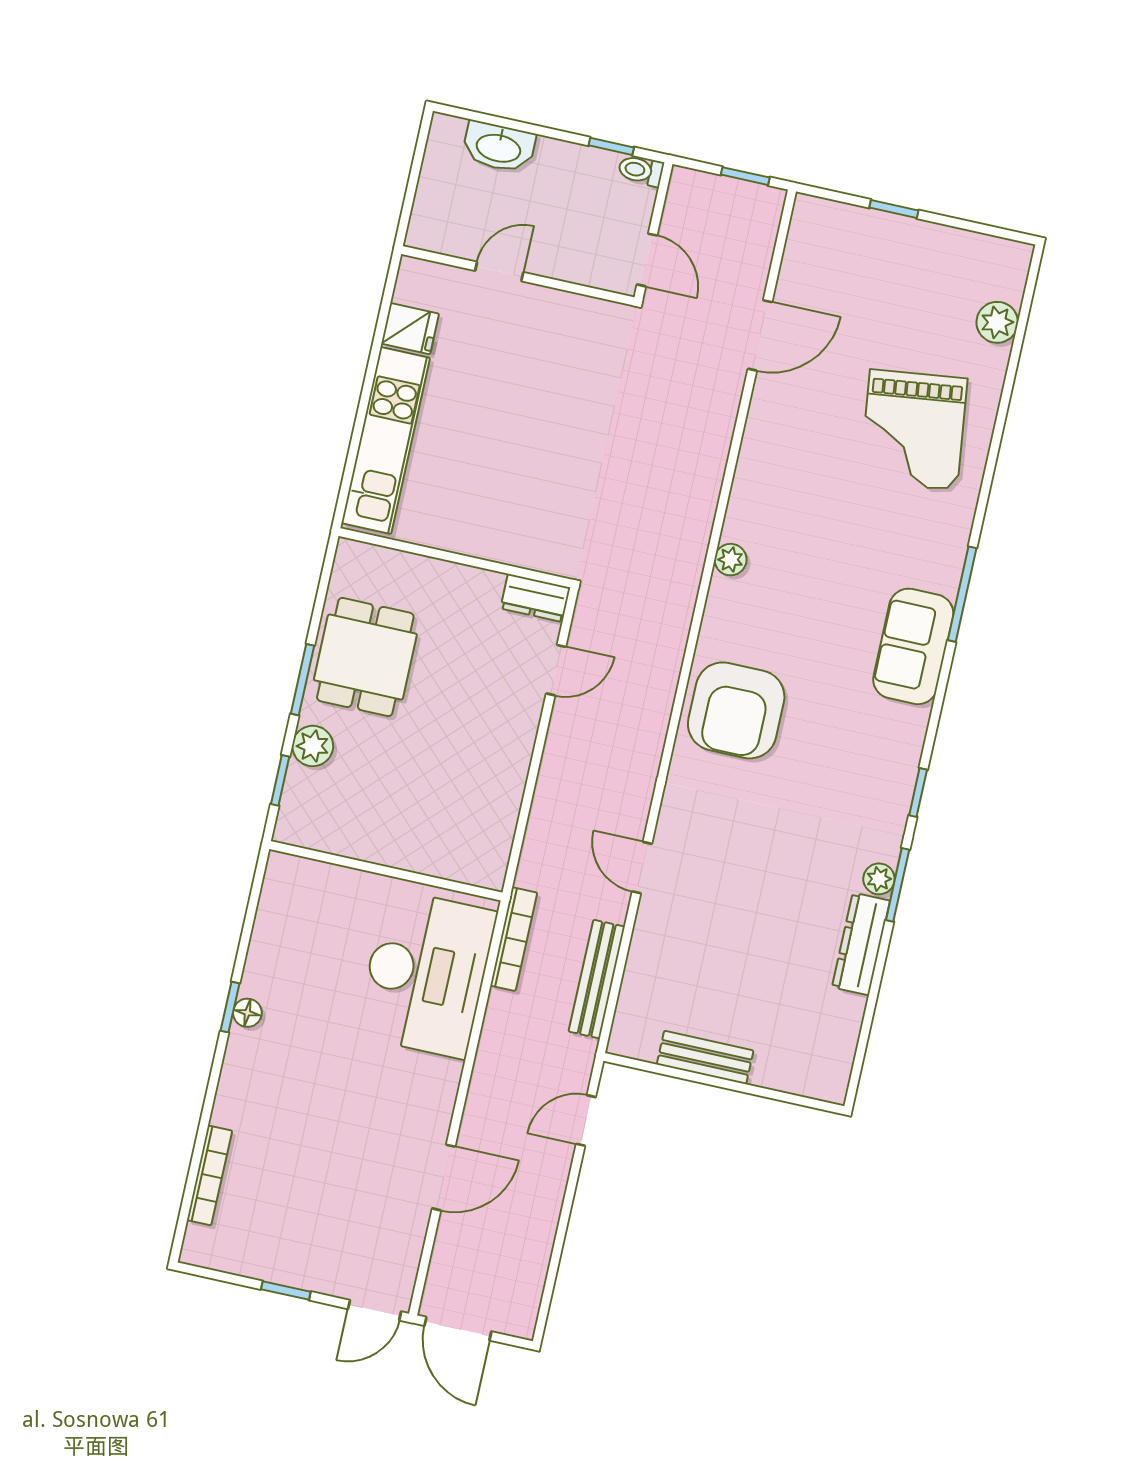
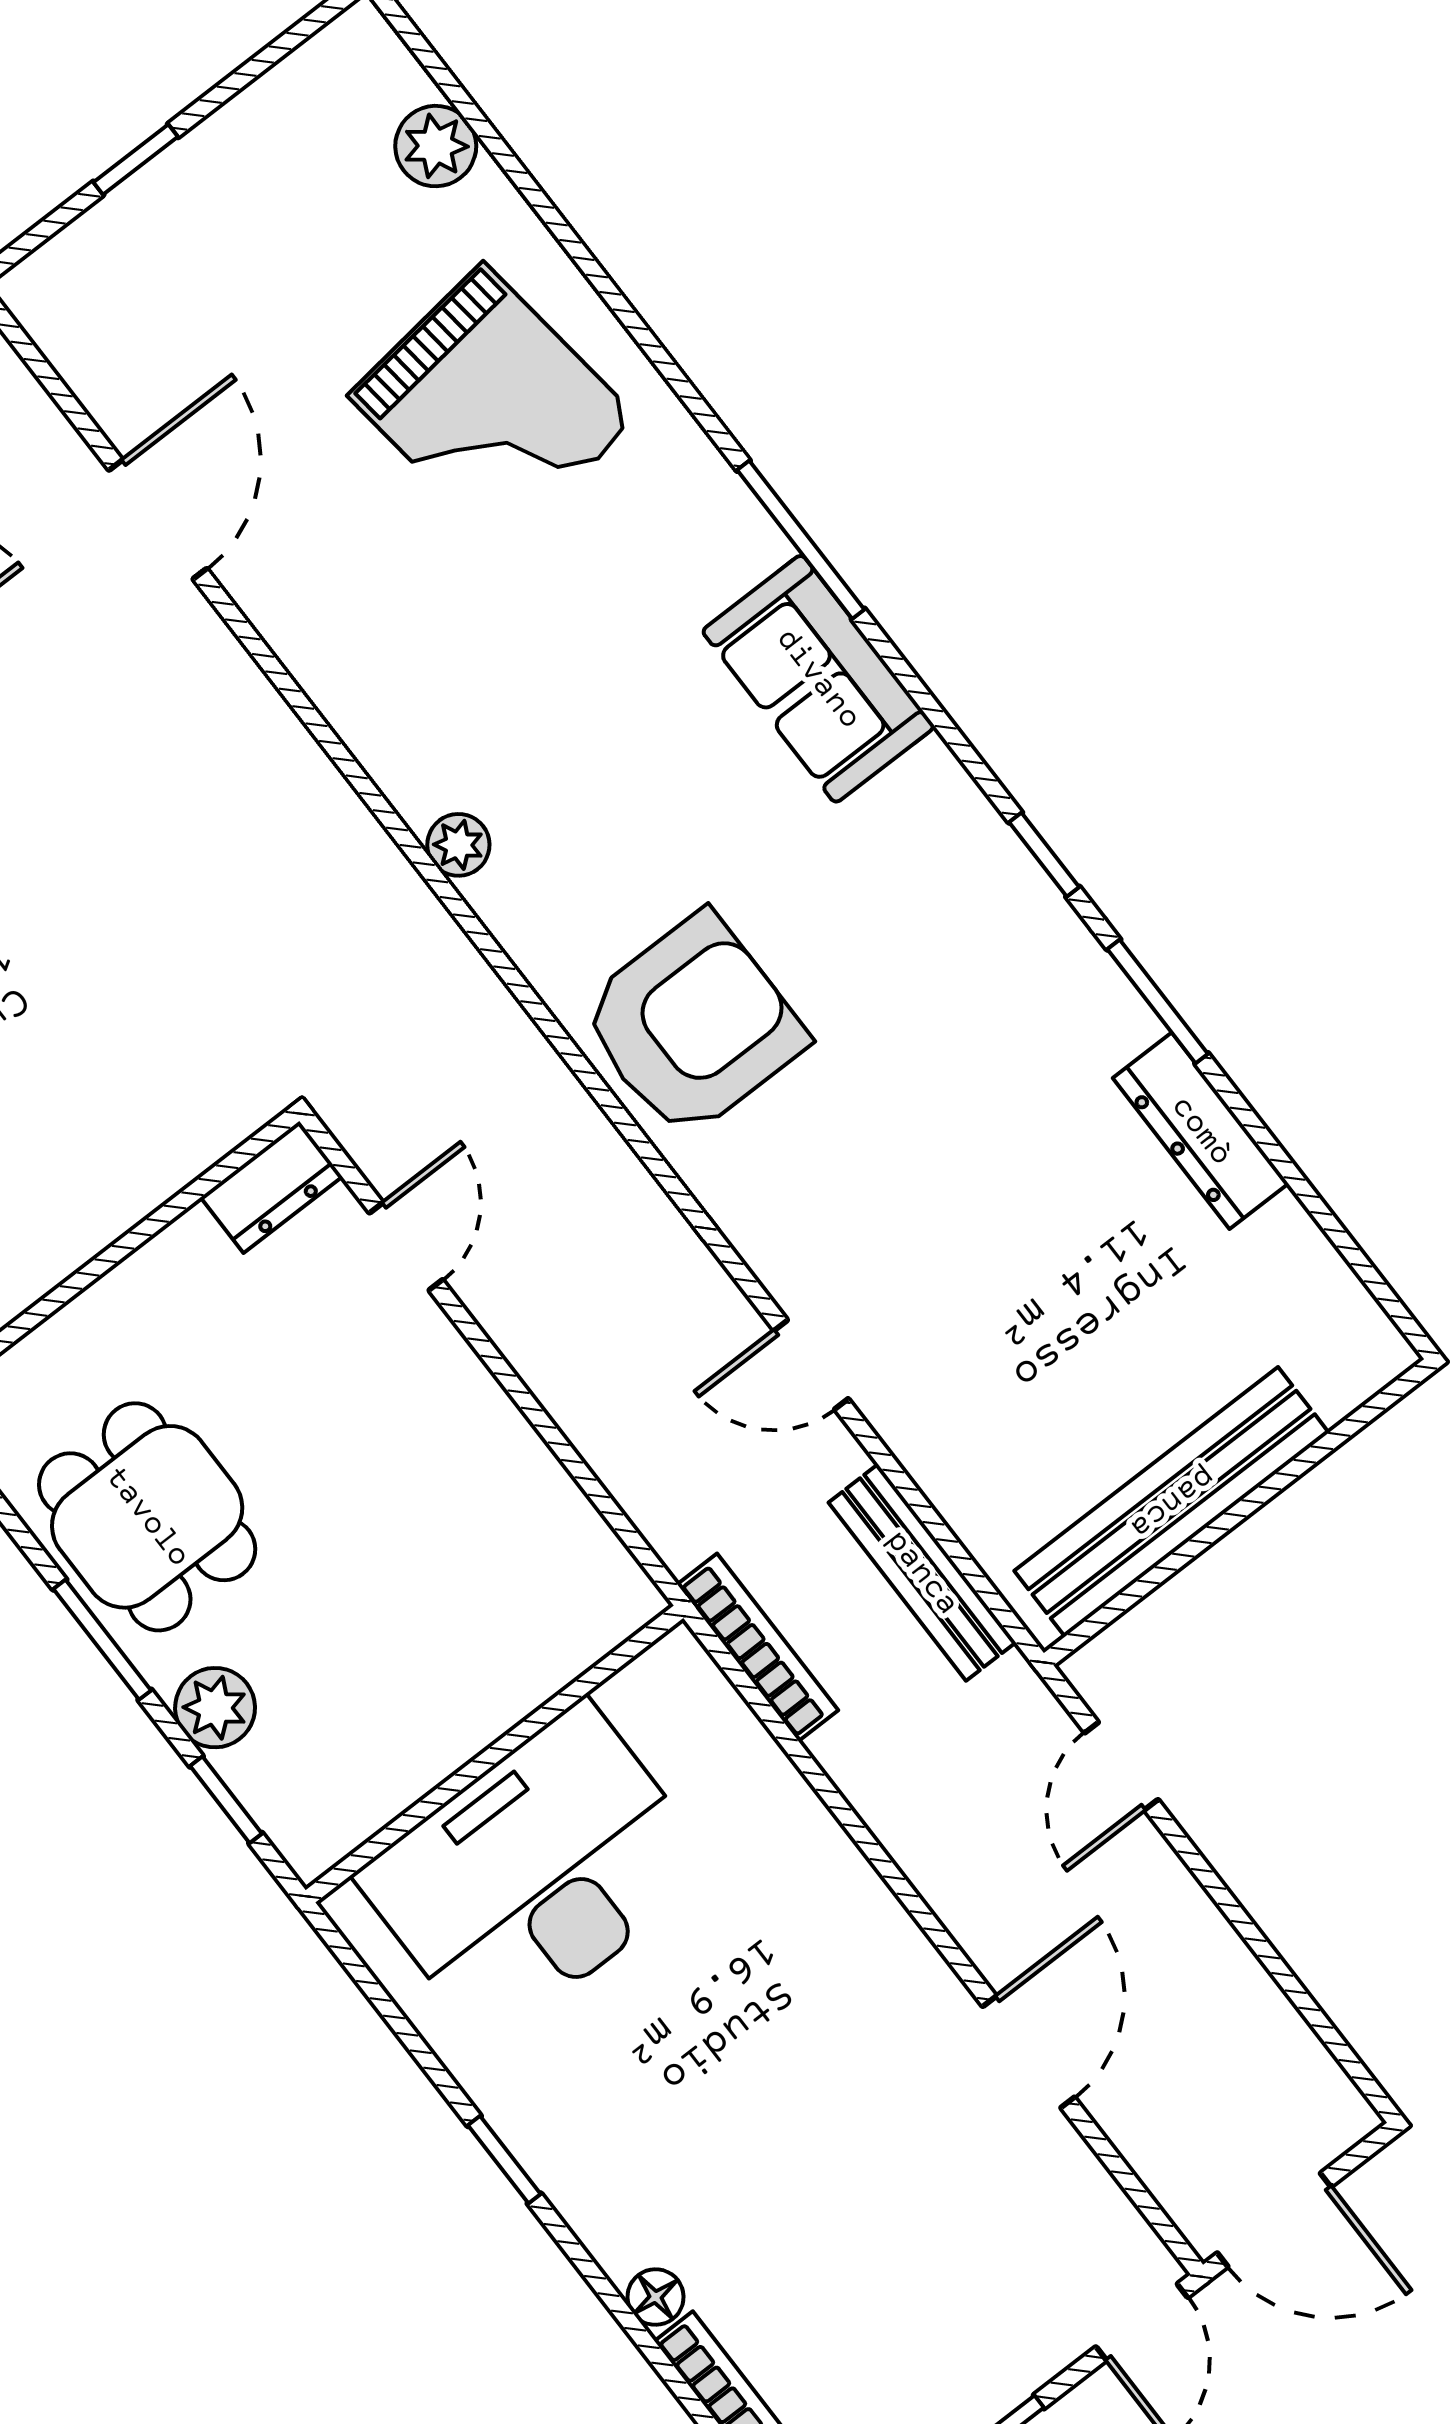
armchair: (736, 710) -> (693, 1026), turned -90
plant: (879, 879) -> (1125, 1022), removed
desk: (426, 974) -> (536, 1873), moved, turned -90
floor lamp: (247, 1013) -> (655, 2297), moved
bench: (705, 1057) -> (1172, 1502), width x1.86, depth x1.21

